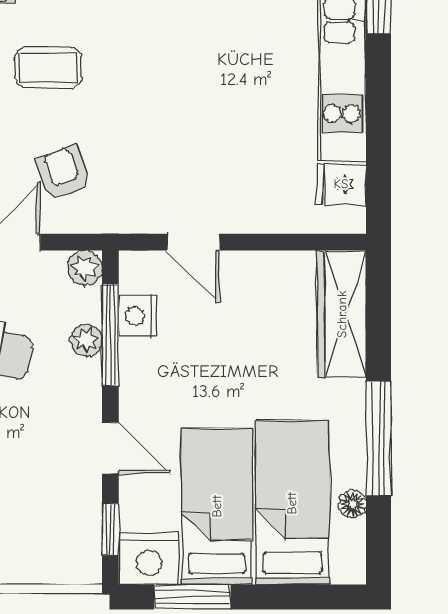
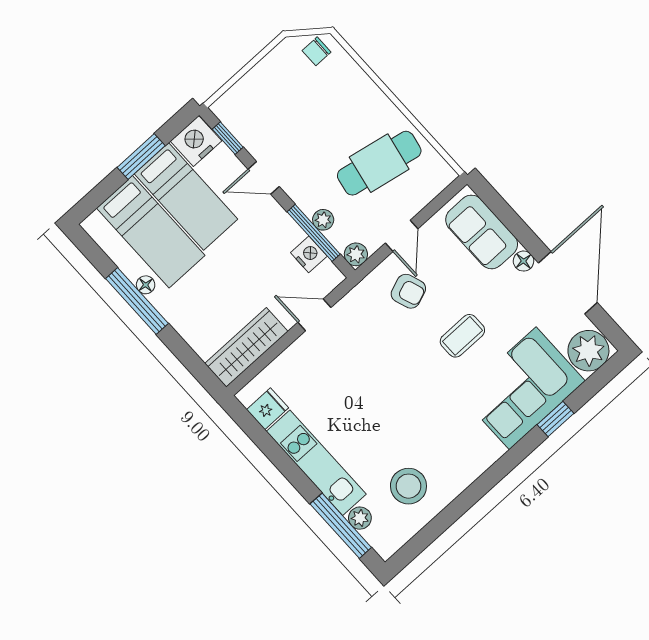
wardrobe: (342, 314) -> (246, 347), moved, turned -90
floor lamp: (352, 504) -> (146, 285), moved
window: (192, 597) -> (141, 156), moved

